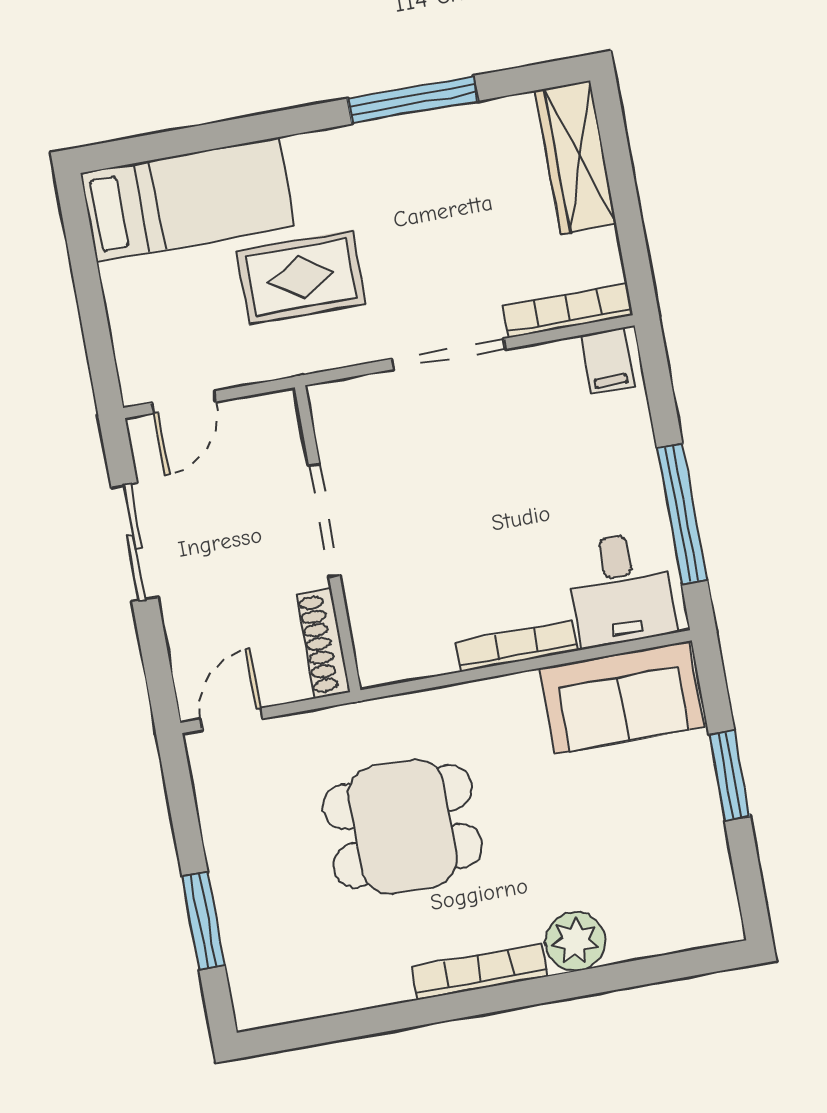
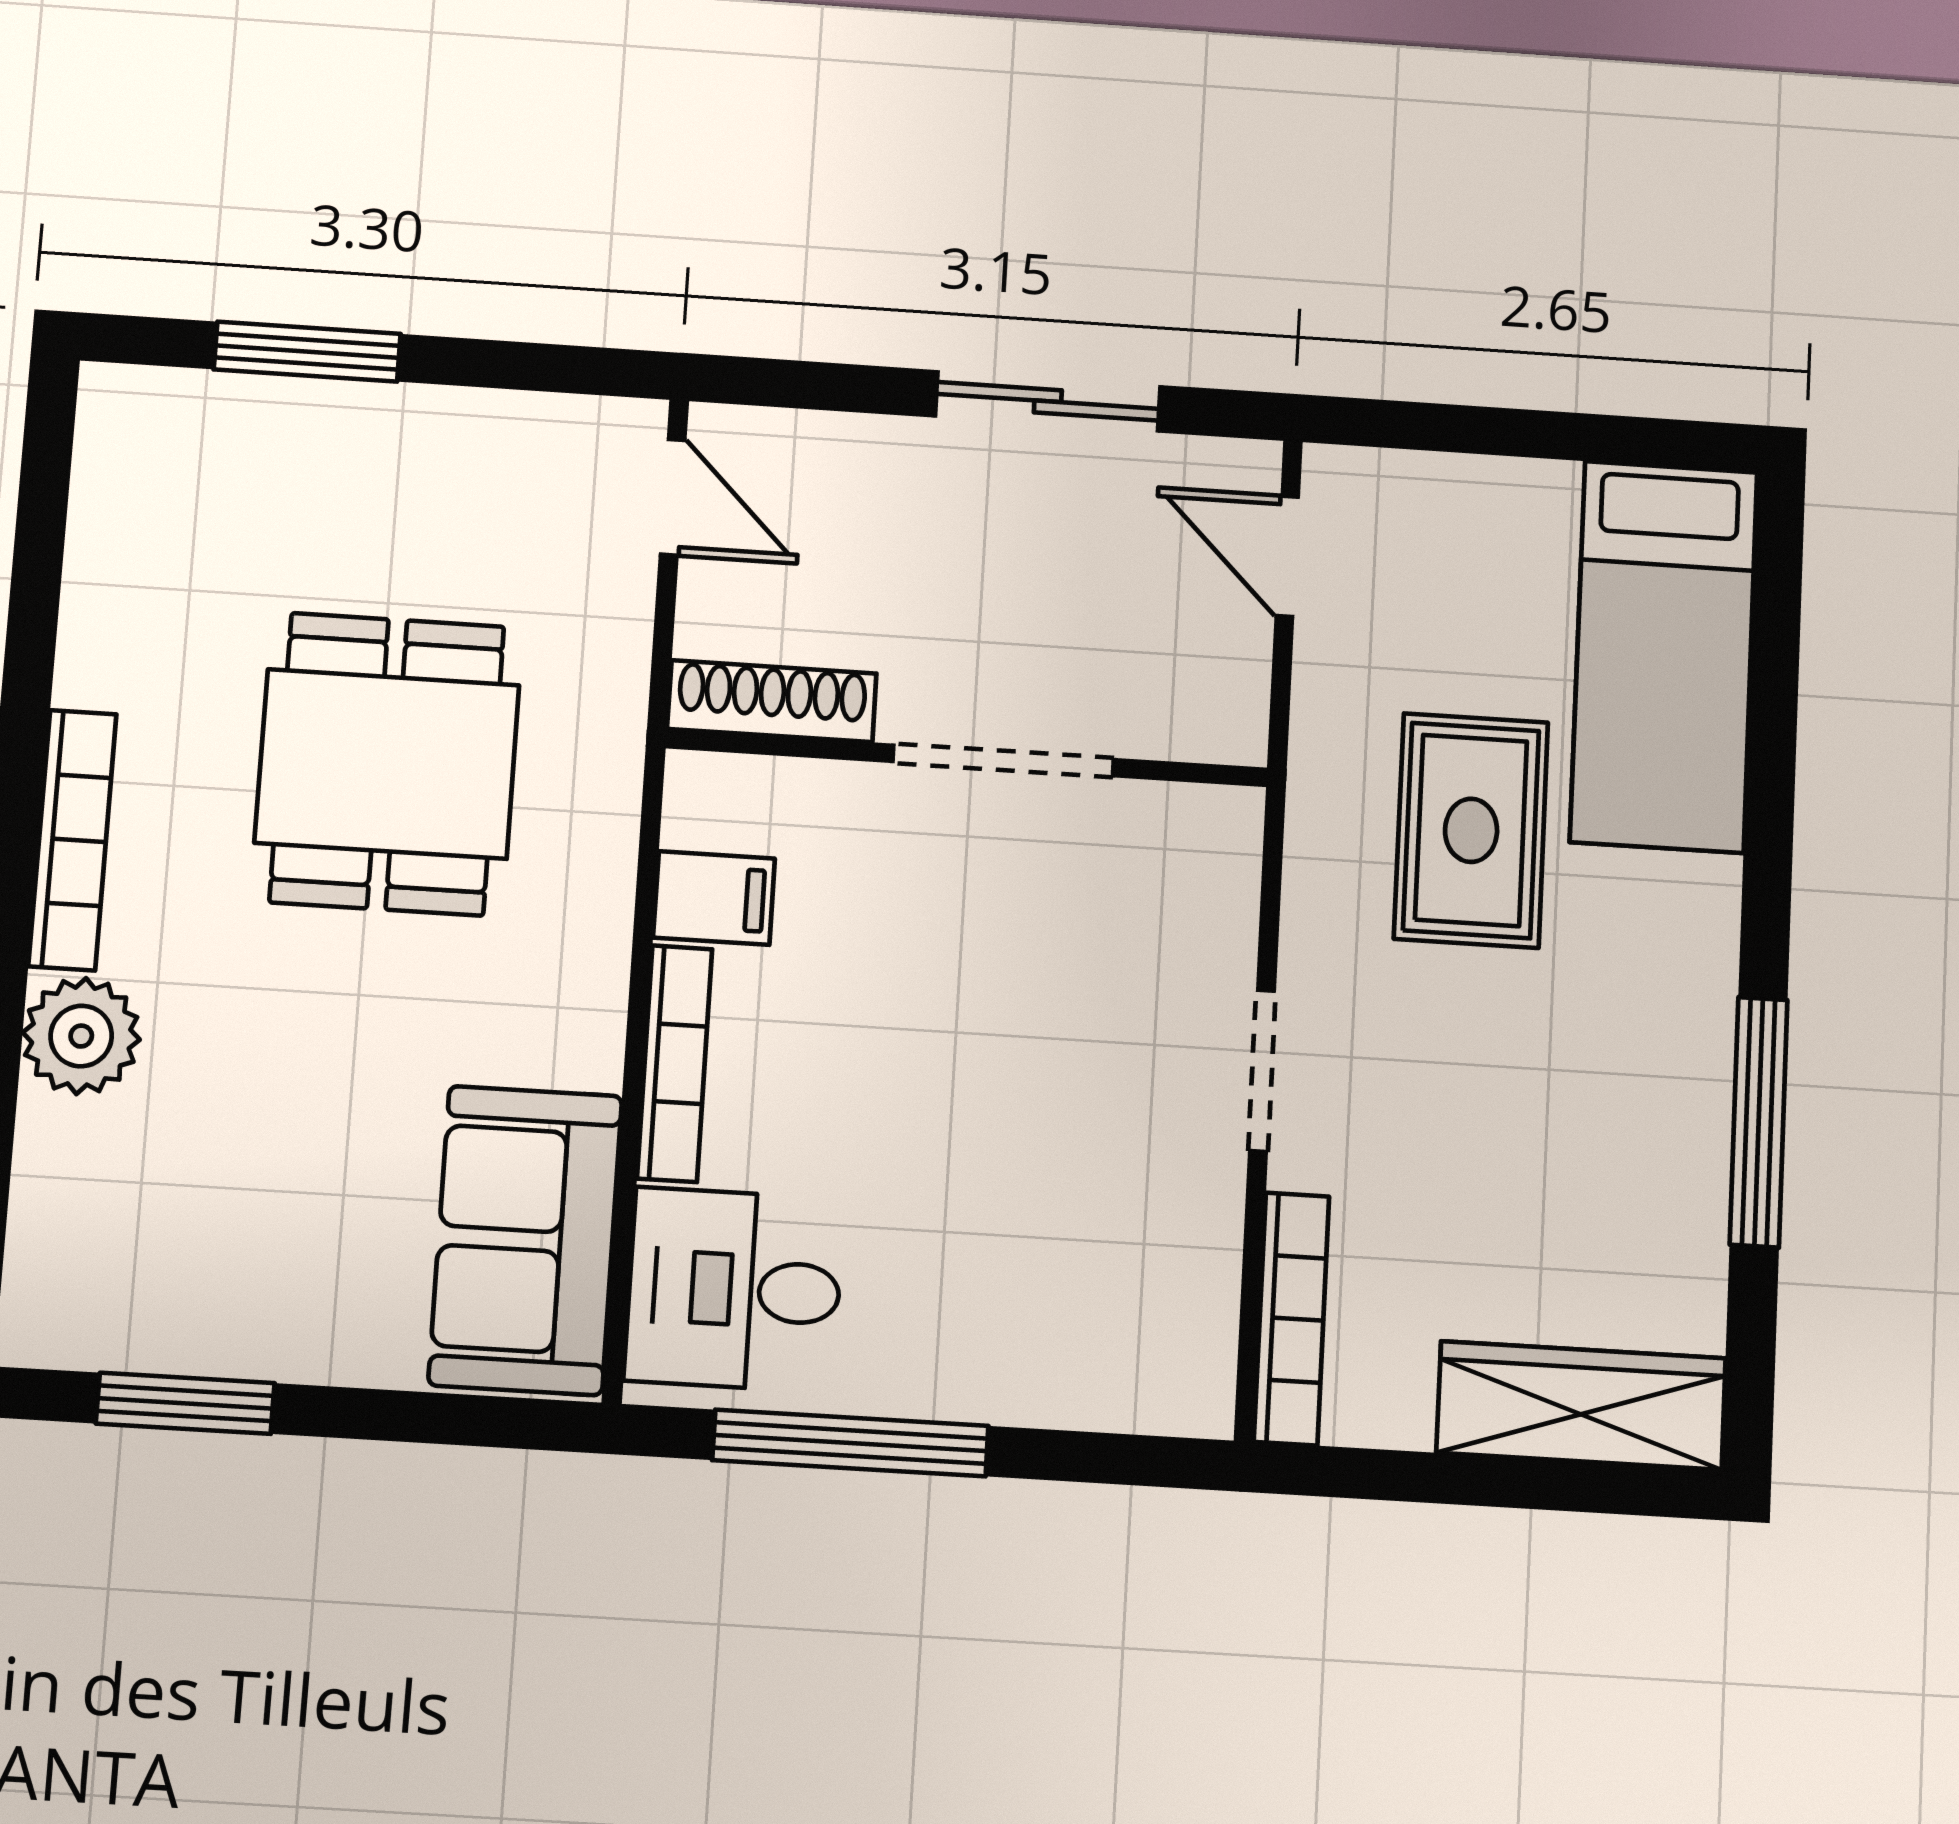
doorway: (448, 354) -> (1262, 1071), width x0.73
filing cabinet: (608, 361) -> (714, 898), moved, turned 180
window: (730, 775) -> (185, 1403), moved

